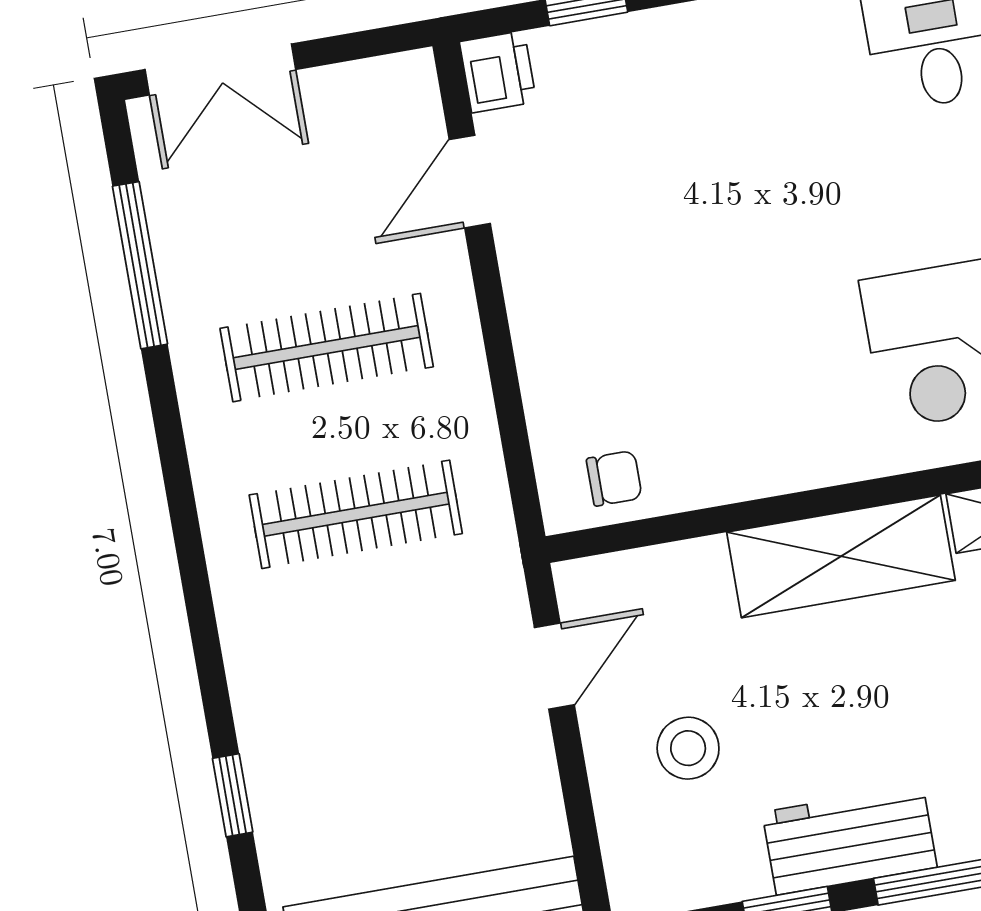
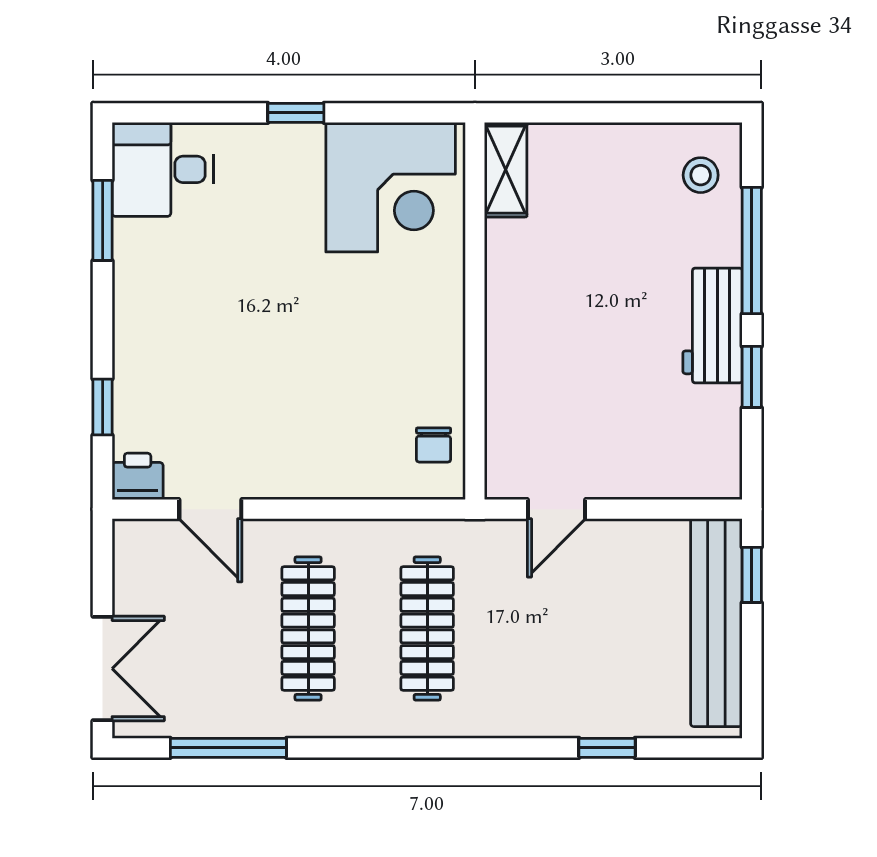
chair: (614, 478) -> (434, 445), turned 180
shelving: (841, 556) -> (515, 297), removed
door: (554, 666) -> (557, 509), swing flipped
stool: (688, 748) -> (629, 426), removed

